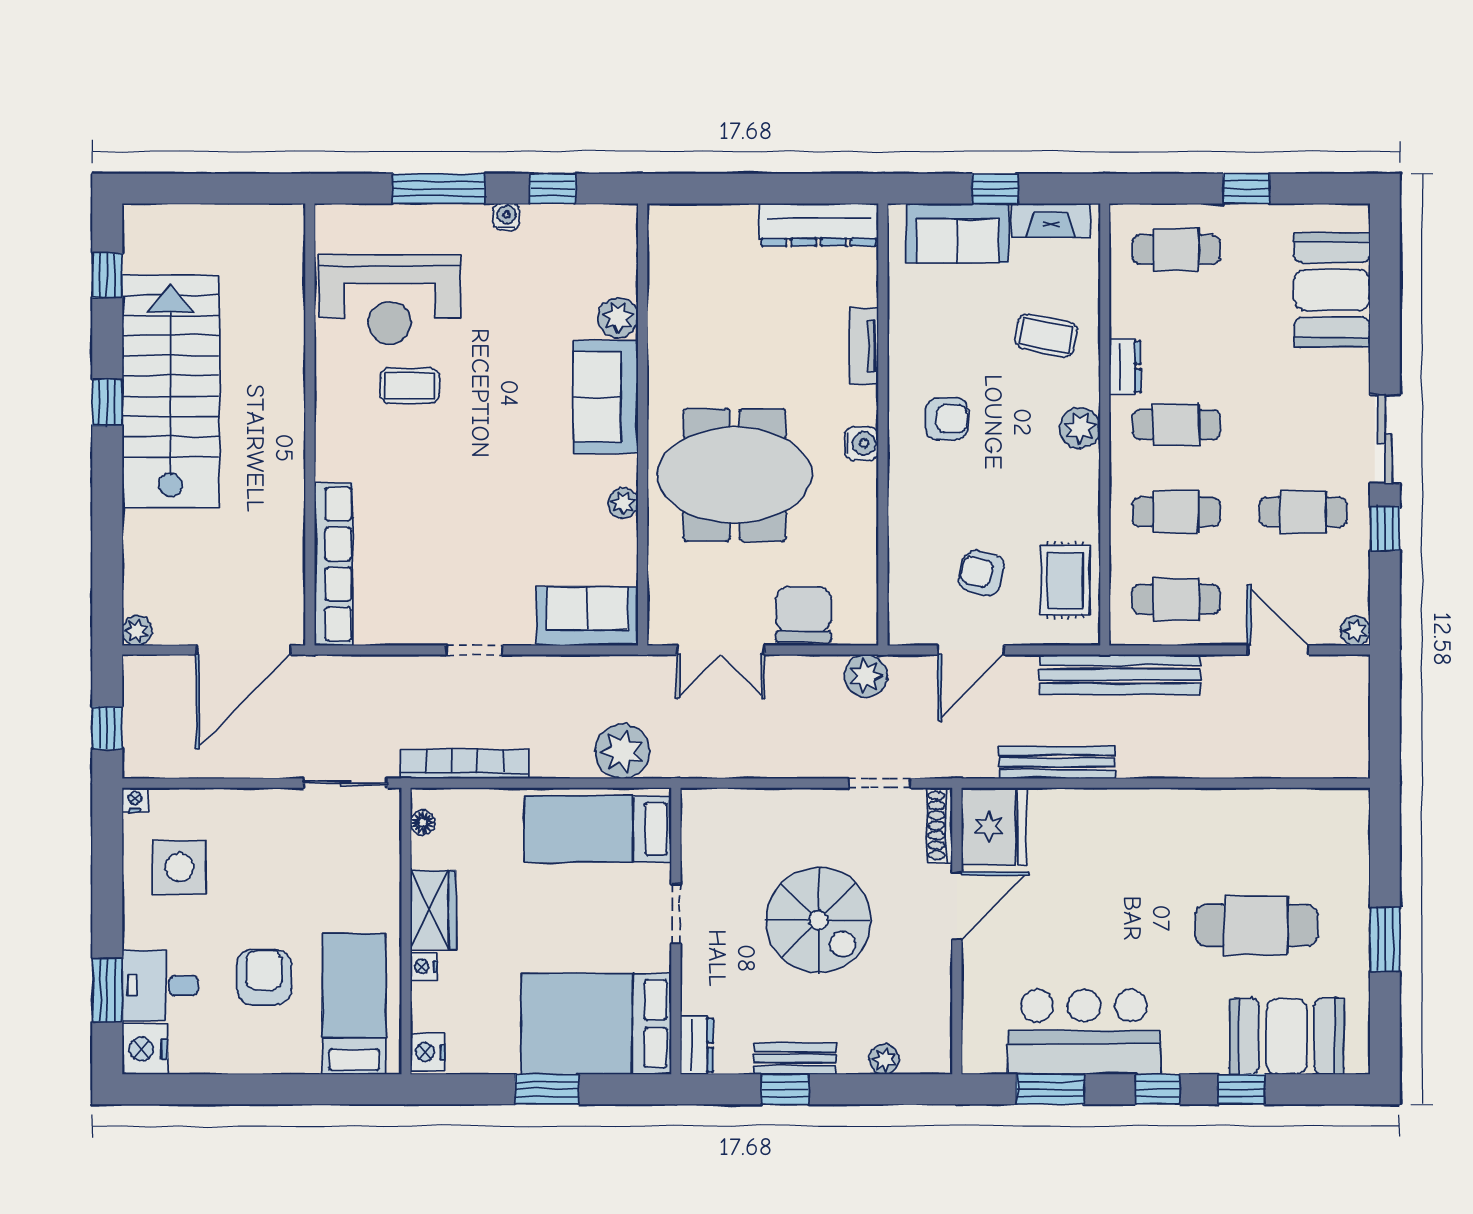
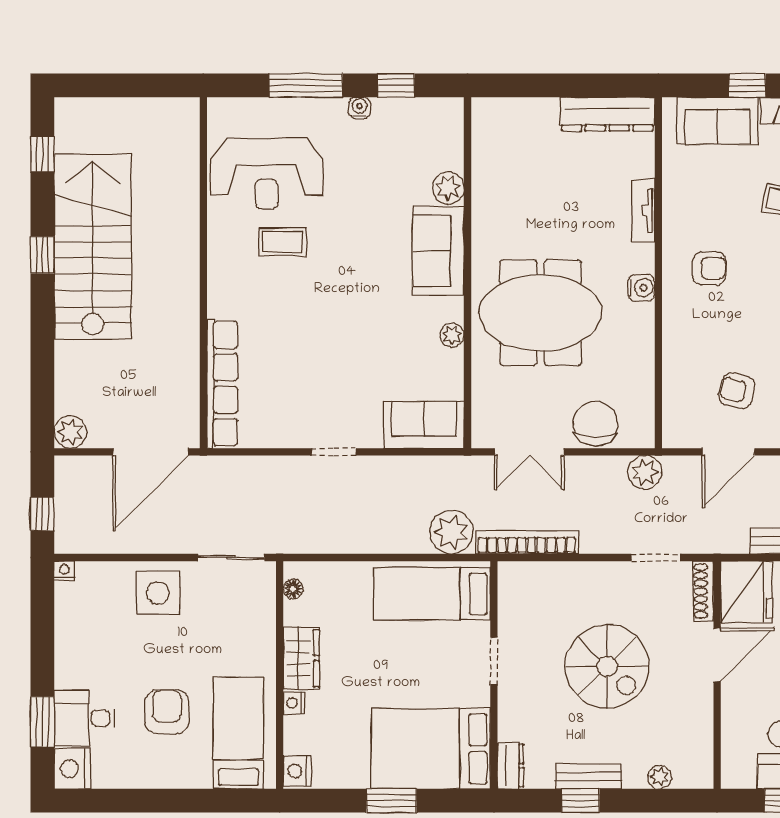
plant: (137, 631) -> (70, 432), width x1.38, depth x1.38
bookcase: (465, 764) -> (527, 542), moved
side table: (179, 867) -> (158, 593), moved

